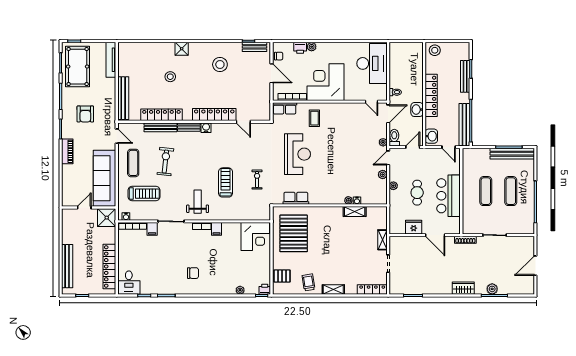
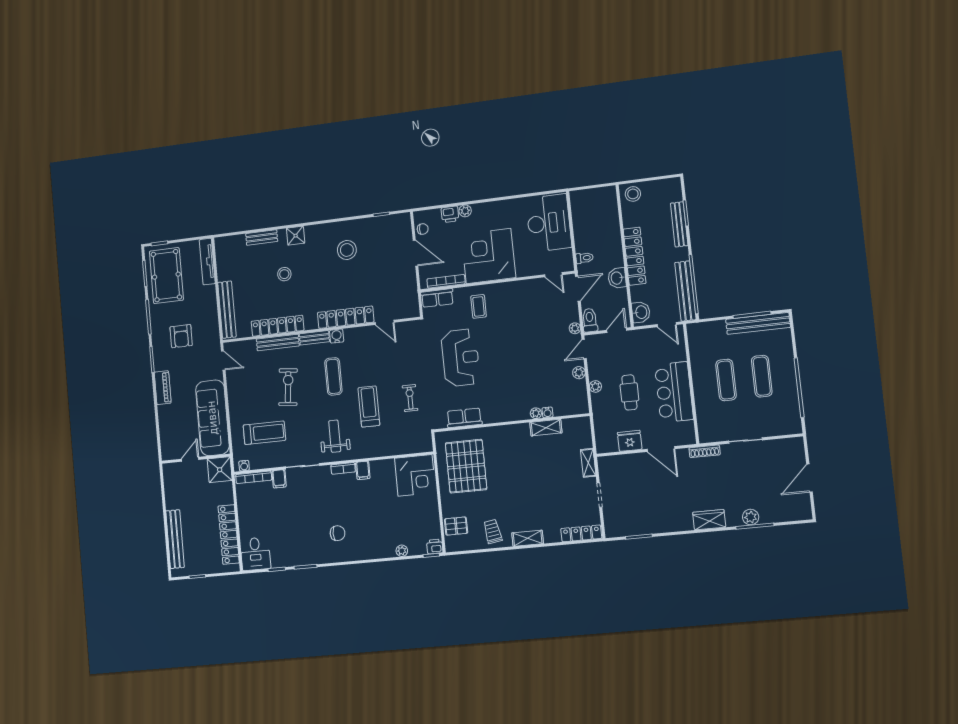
bench: (254, 47) -> (262, 237), moved
exercise mat: (133, 163) -> (333, 376), moved

